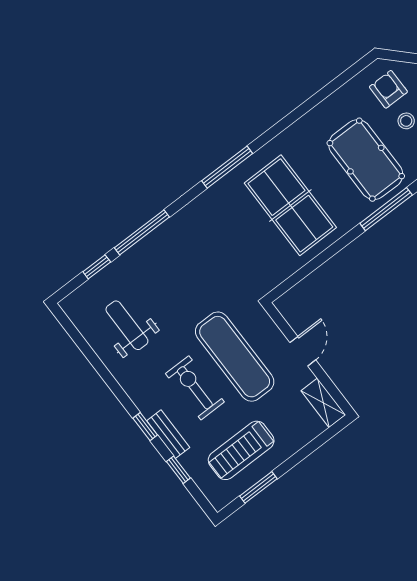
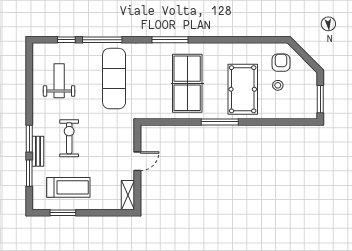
window: (386, 209) -> (220, 122), moved
exercise mat: (235, 357) -> (114, 79), moved
window: (145, 427) -> (29, 139), width x1.50
treadmill: (241, 450) -> (68, 187), turned 180
window: (178, 470) -> (29, 173), width x1.50

